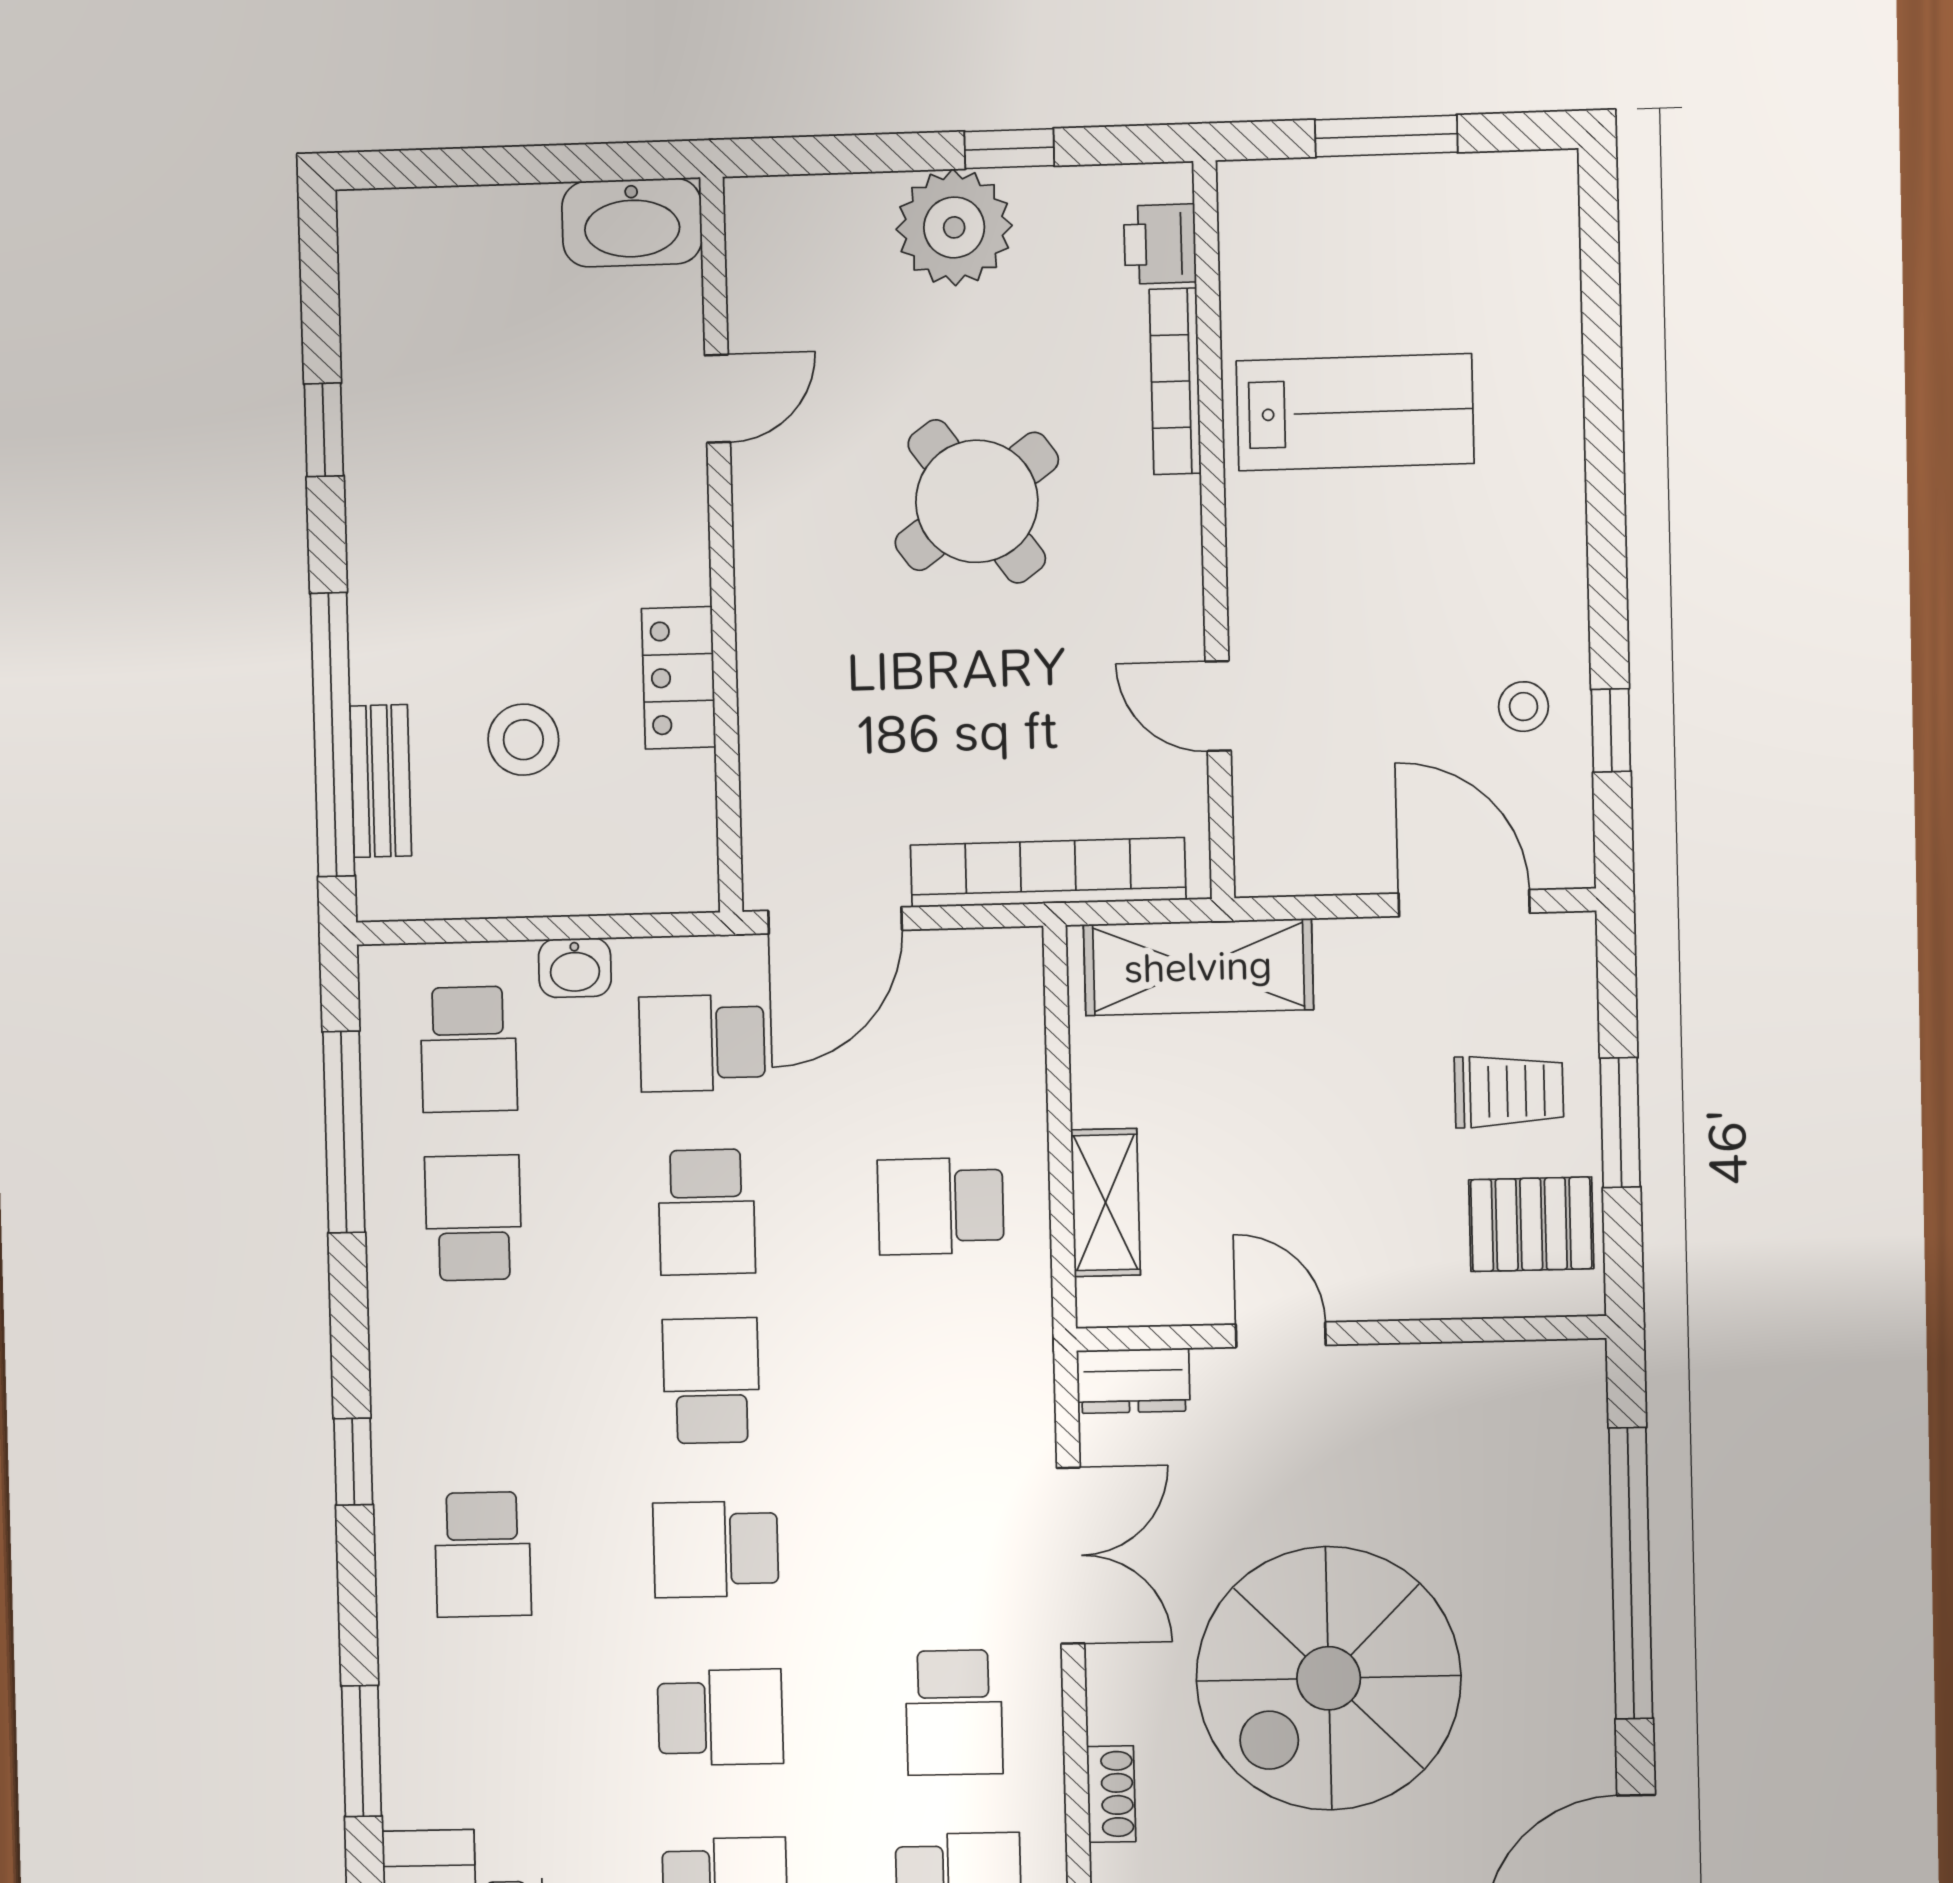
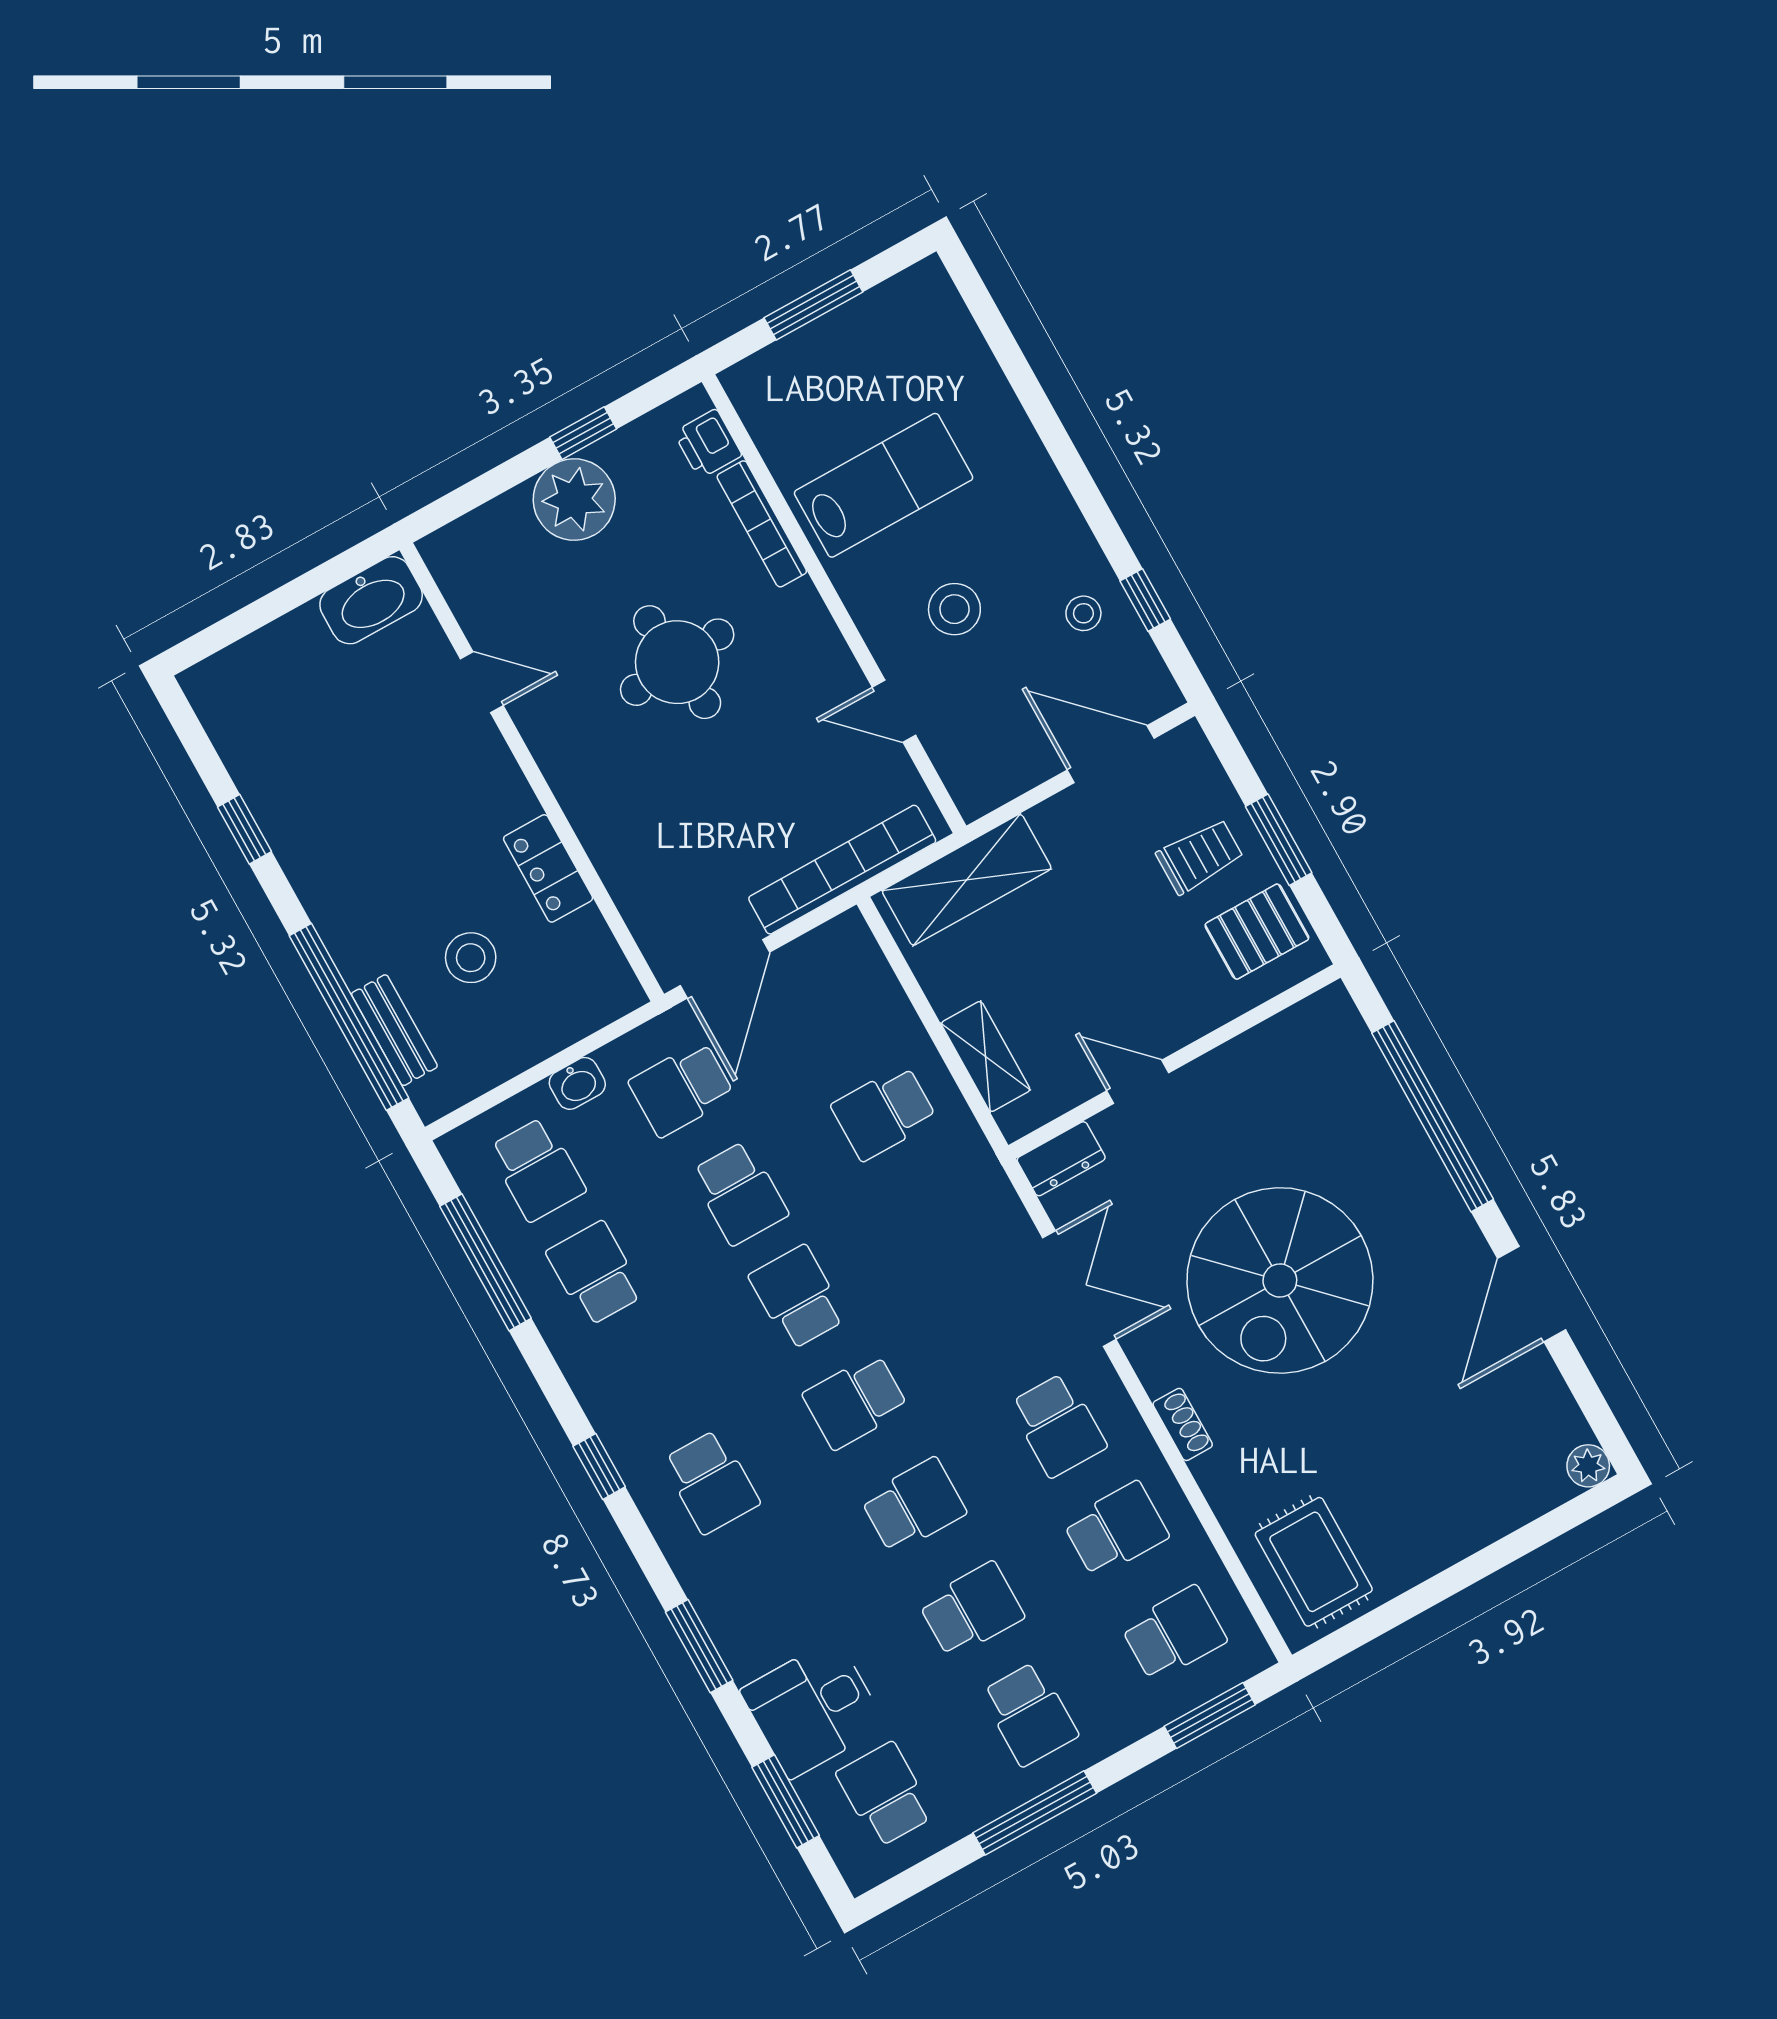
door: (717, 399) -> (482, 682), hinge flipped
round table: (977, 501) -> (677, 662), turned 31
stool: (1363, 616) -> (954, 609), added

